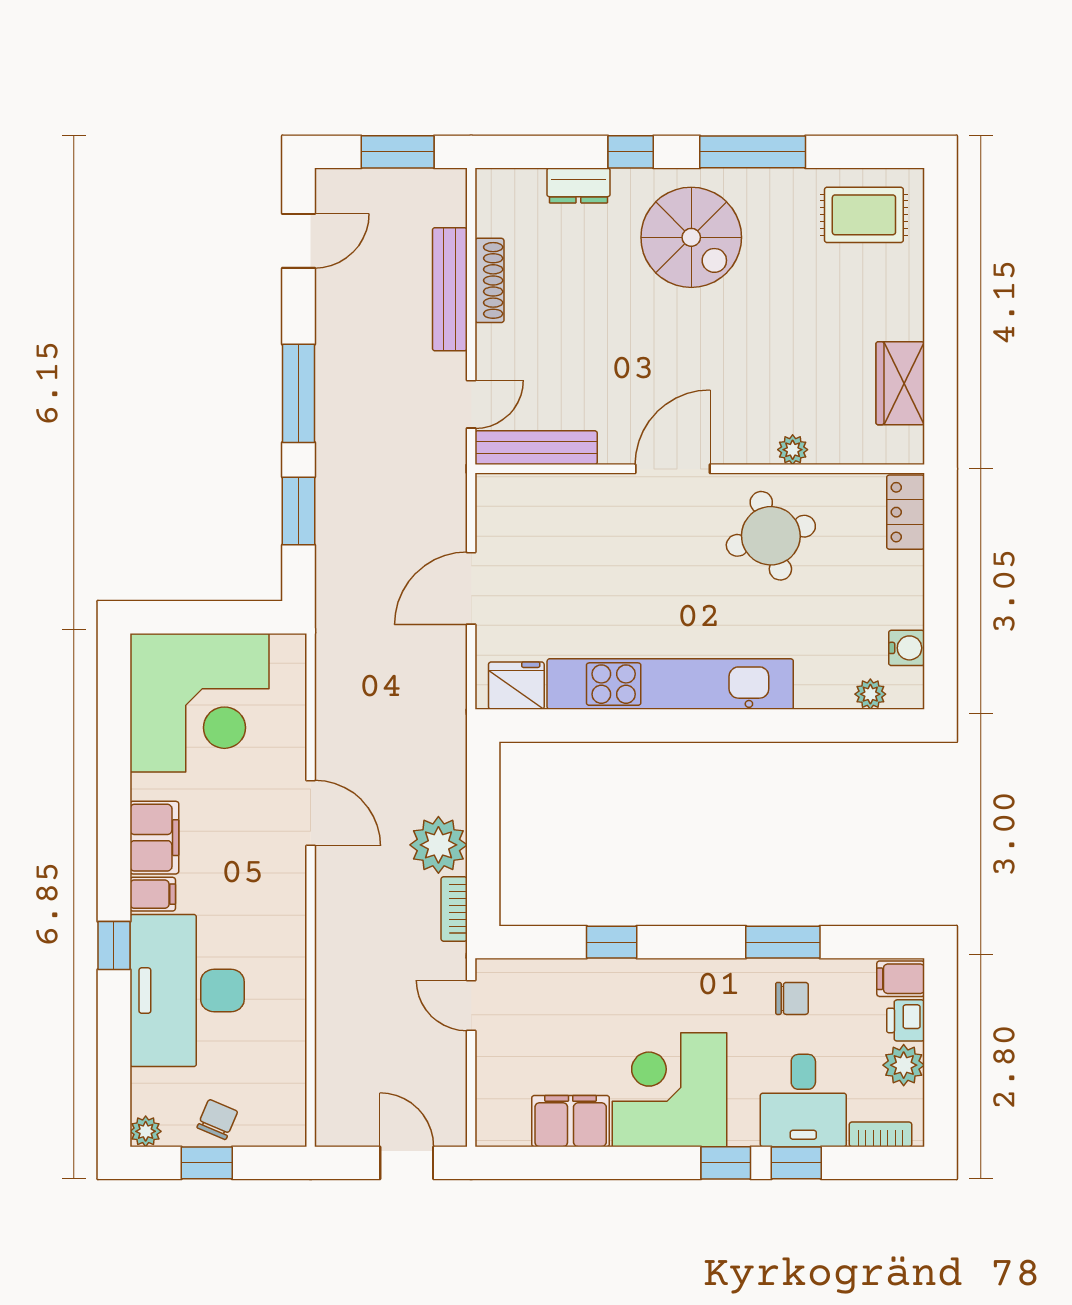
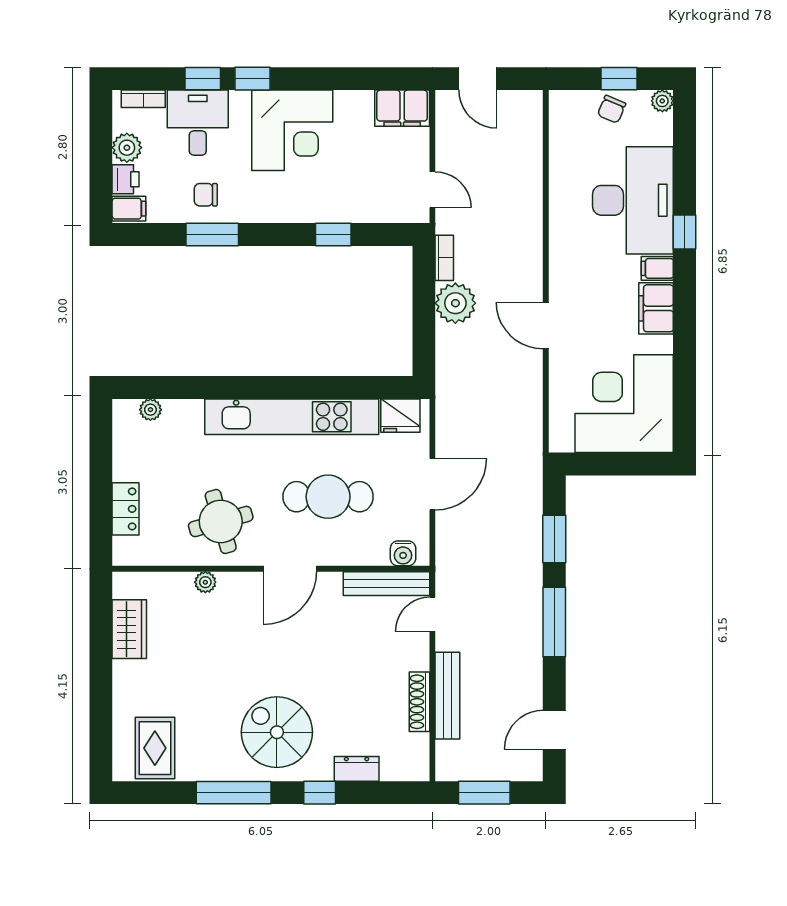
rug: (864, 215) -> (155, 748), turned 90
locker: (906, 512) -> (126, 509), moved
cafe table: (619, 571) -> (328, 497), added
water cooler: (907, 648) -> (403, 553), moved, turned -90
filing cabinet: (571, 1121) -> (402, 108), moved

